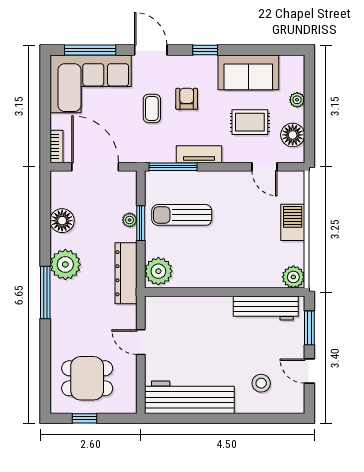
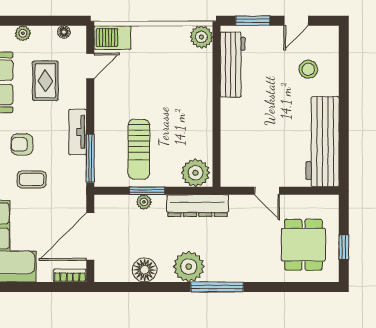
floor lamp: (293, 135) -> (64, 32), width x0.53, depth x0.53
barbecue: (293, 222) -> (112, 38), moved
door: (141, 342) -> (267, 191), hinge flipped

